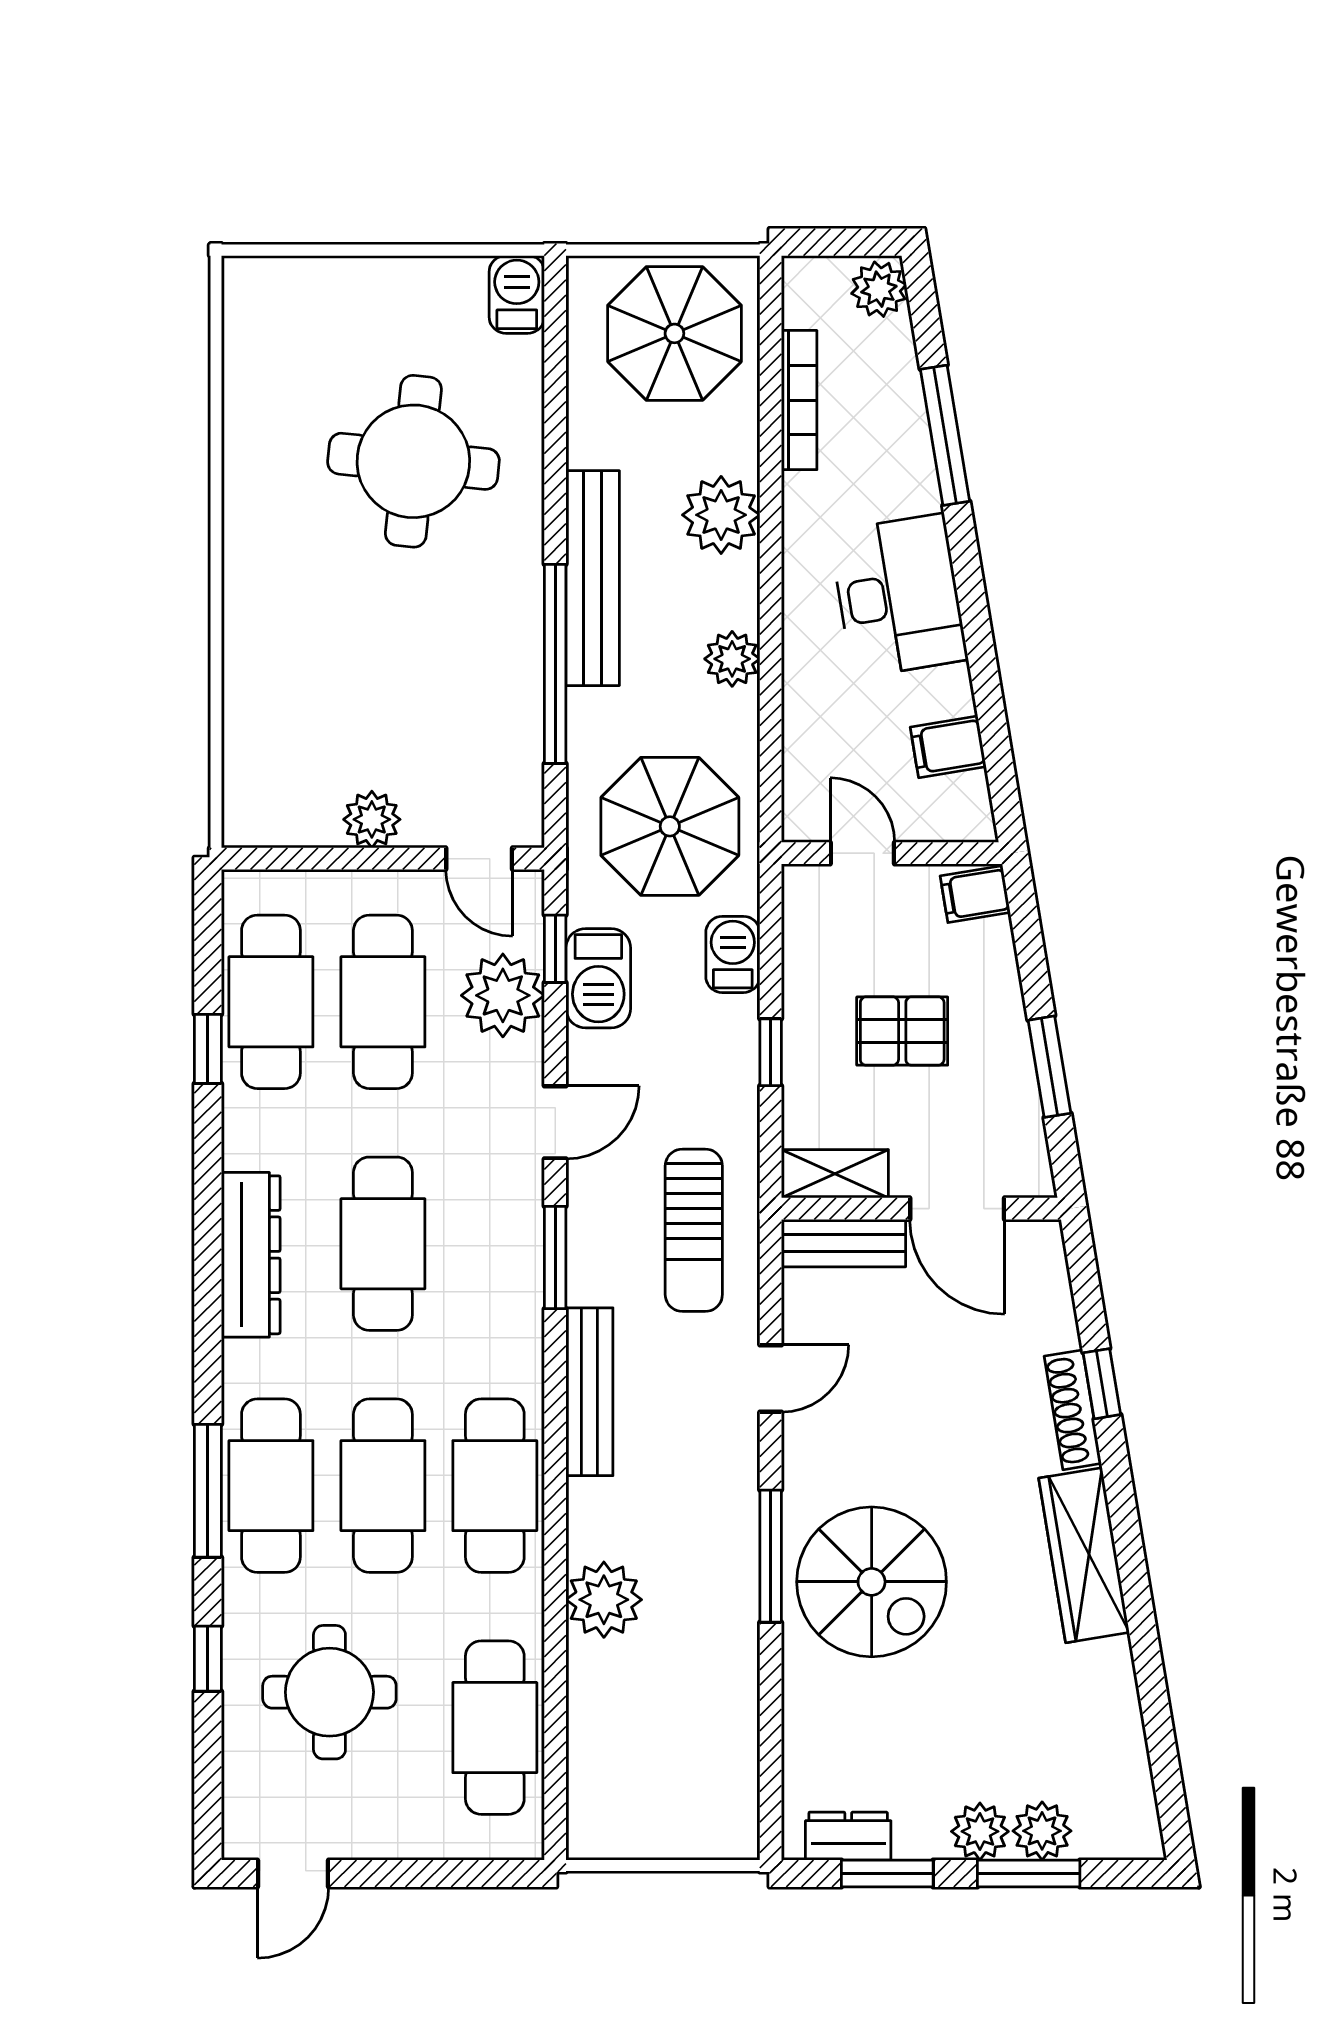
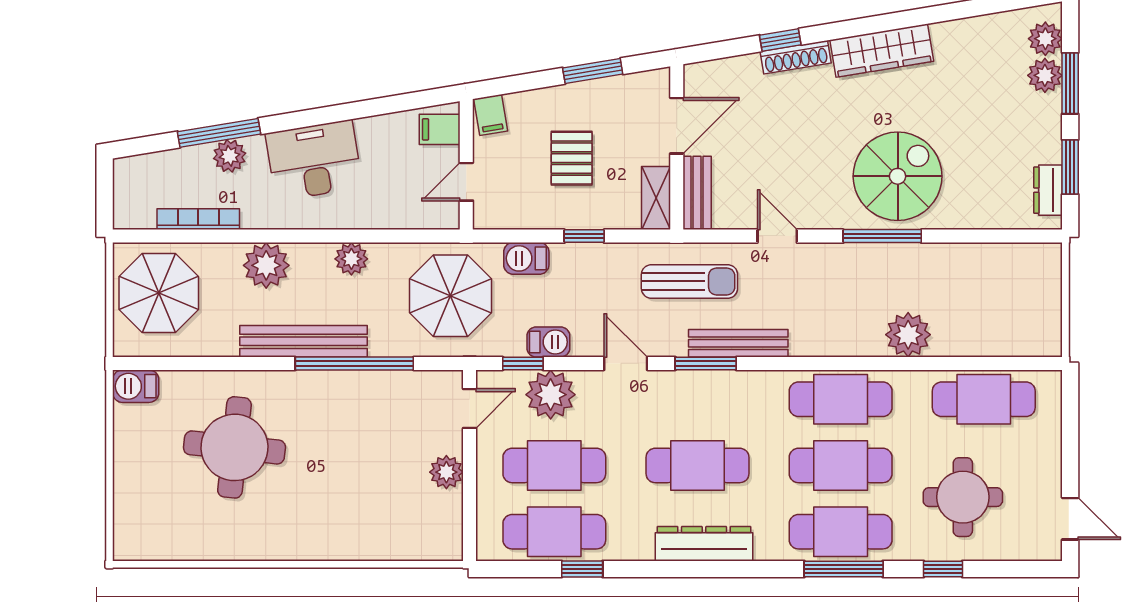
plant: (879, 289) -> (230, 156), moved
filing cabinet: (948, 747) -> (440, 129), moved, turned 99
barbecue: (598, 978) -> (548, 342), width x0.73, depth x0.79
bench: (589, 1392) -> (738, 343), moved
plant: (980, 1831) -> (1045, 39), moved

